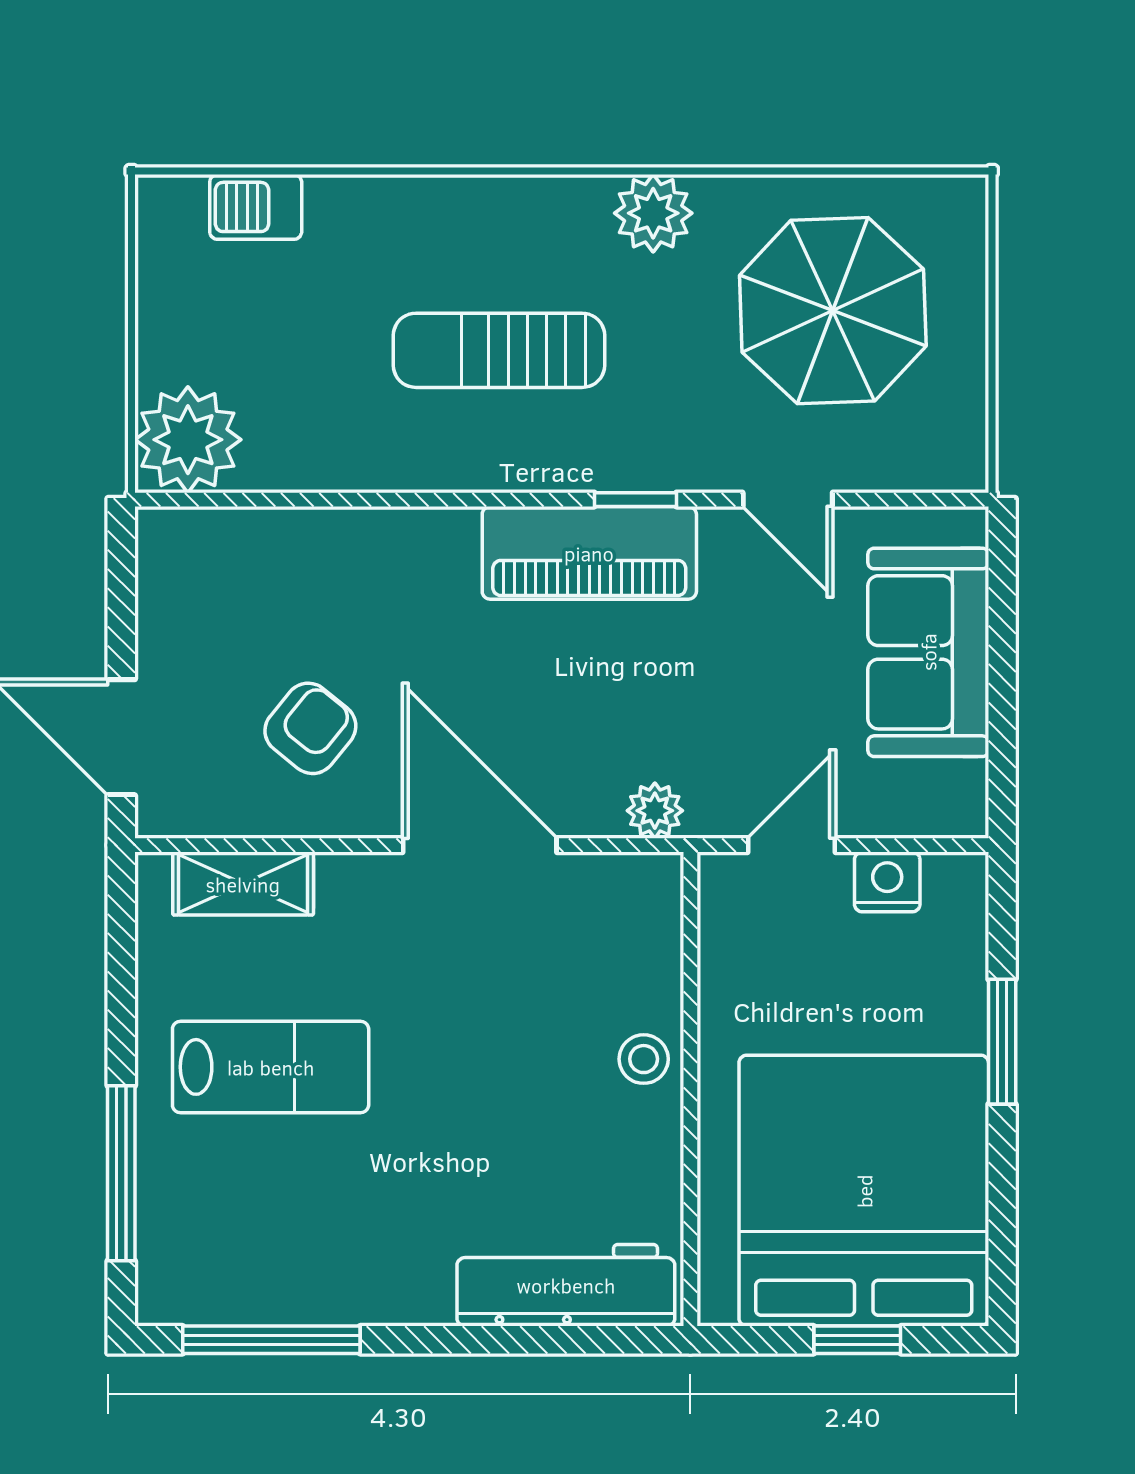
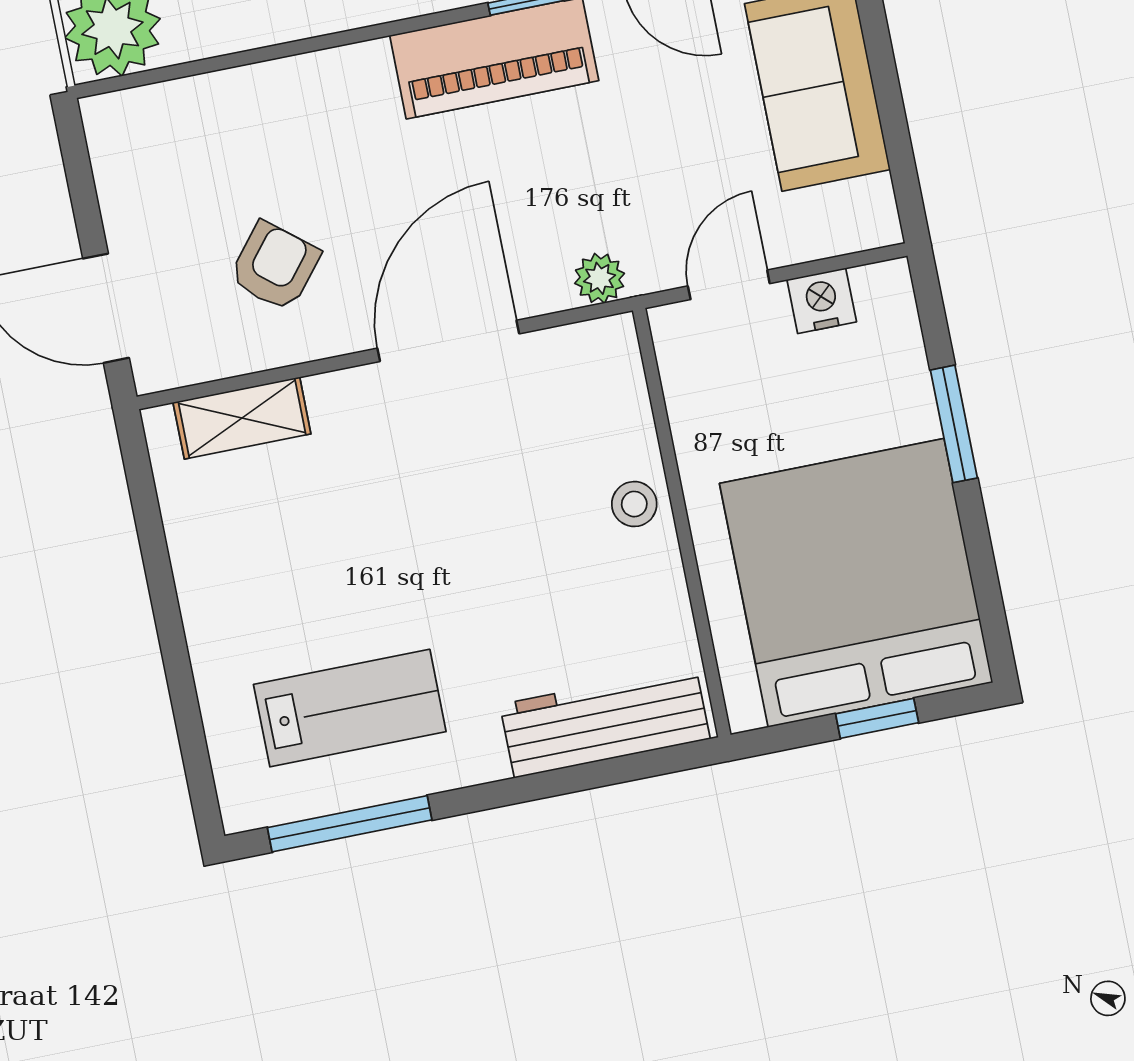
door: (480, 845) -> (448, 341), hinge flipped
lab bench: (271, 1067) -> (350, 708), moved
window: (121, 1173) -> (184, 701), removed

